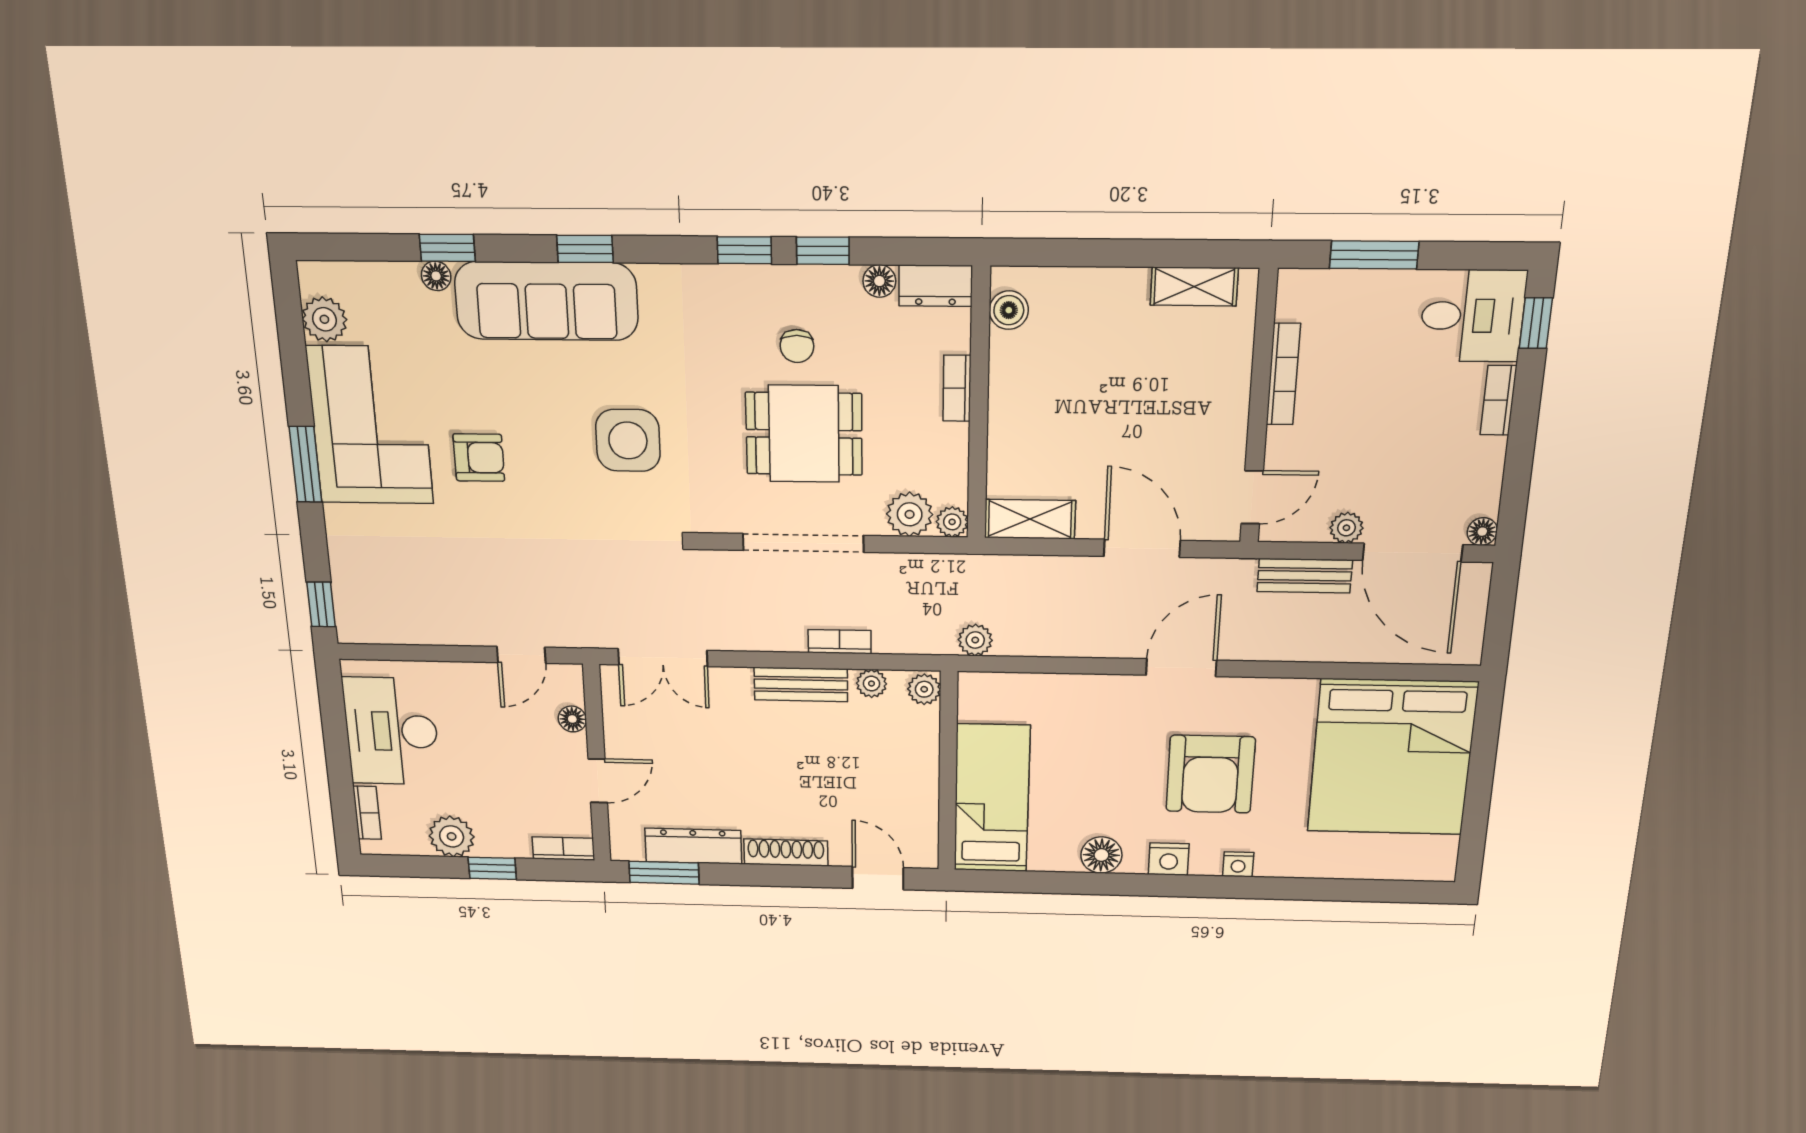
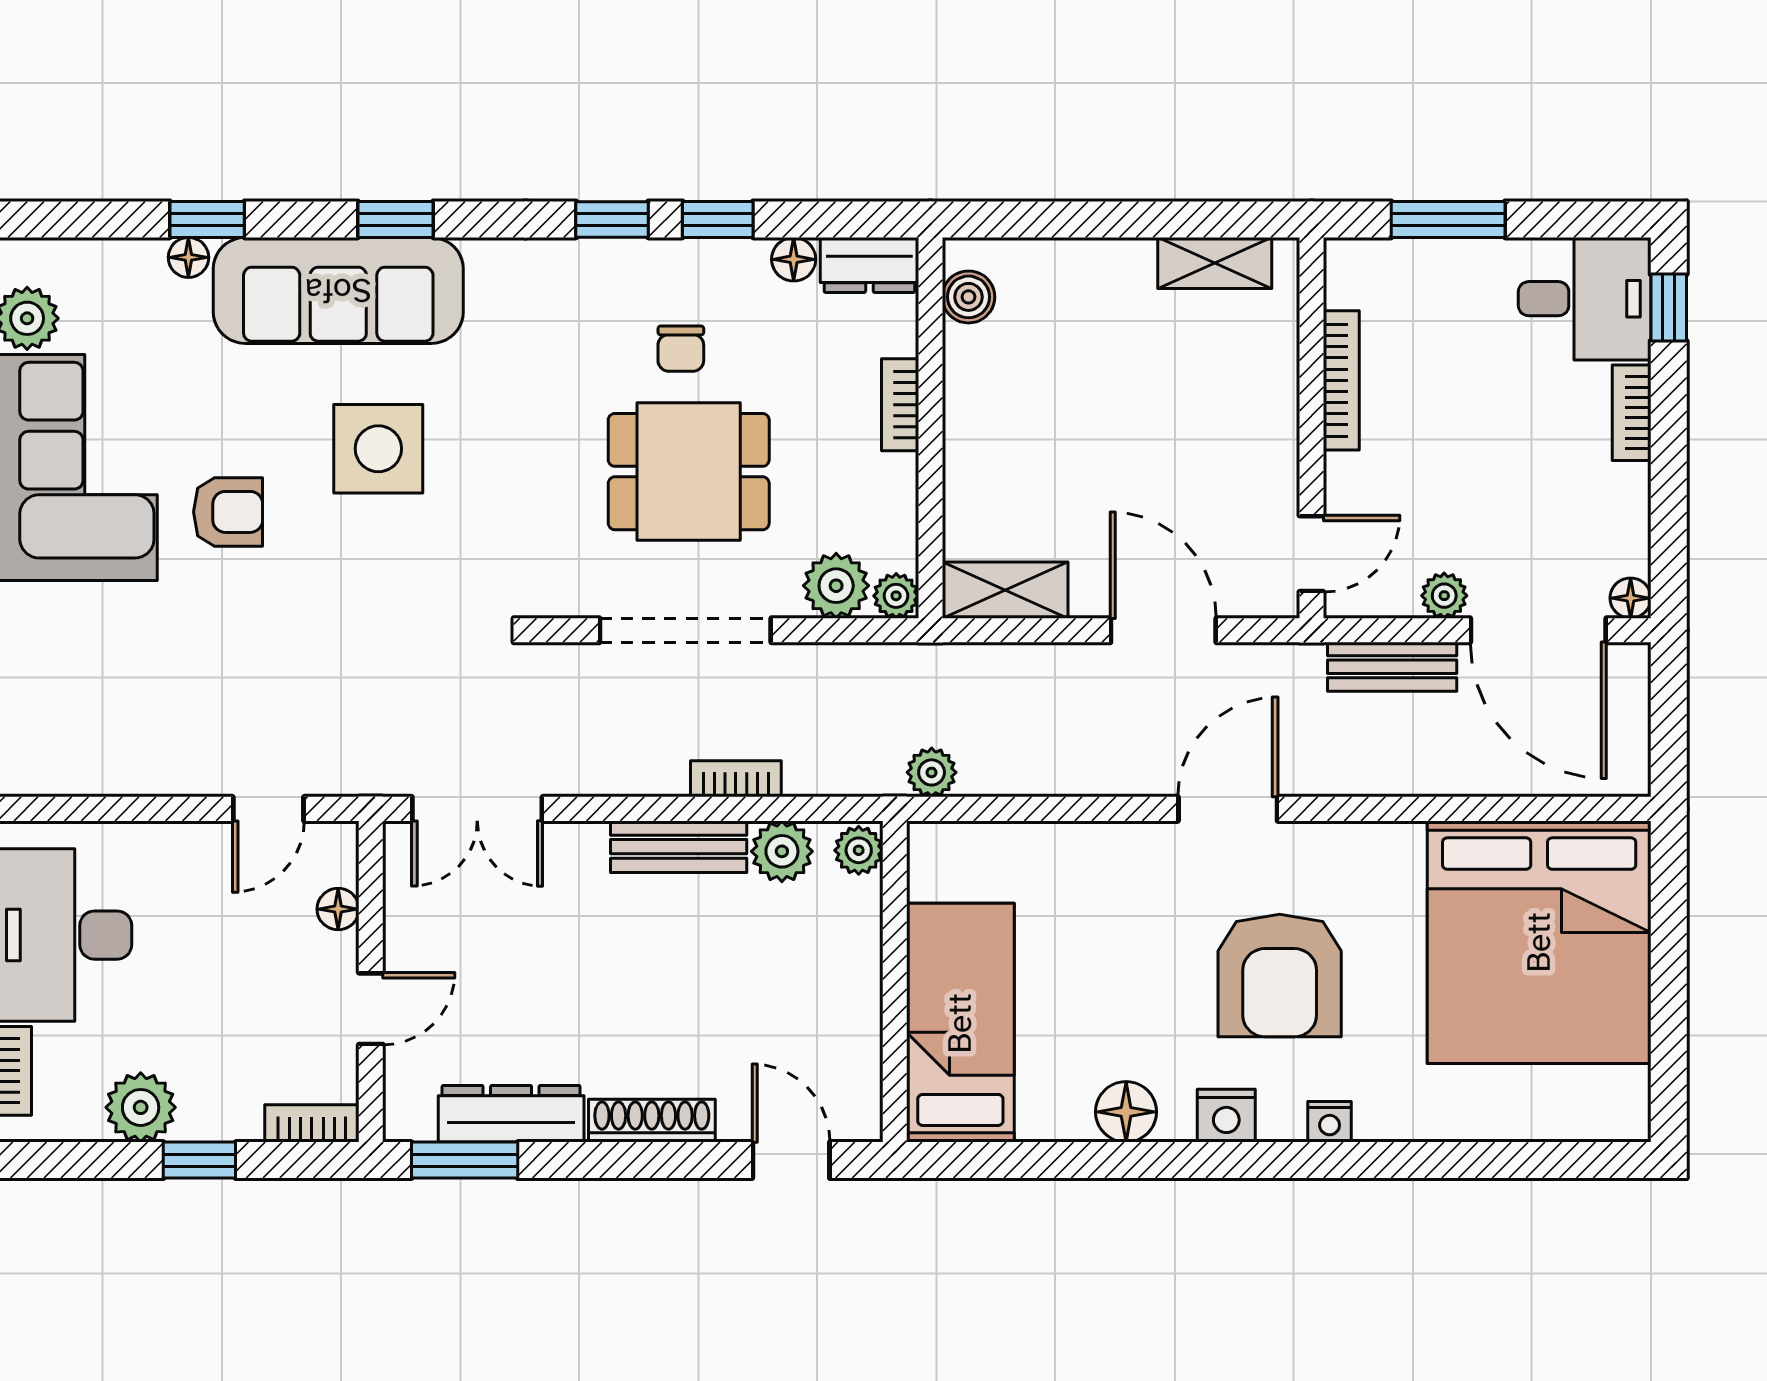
side table: (628, 440) -> (378, 449), moved
plant: (872, 684) -> (782, 851), width x1.38, depth x1.38

